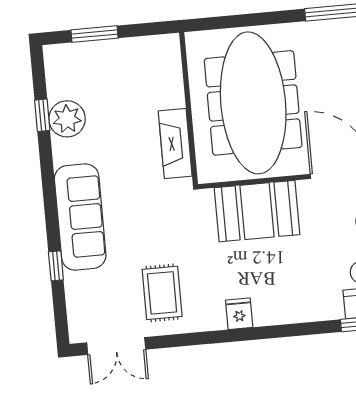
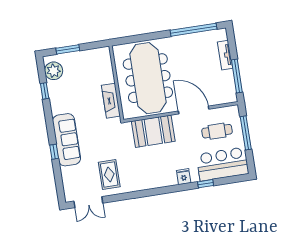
plant: (67, 119) -> (54, 71), moved
window: (56, 266) -> (54, 152), moved
fridge: (239, 314) -> (184, 177), moved

